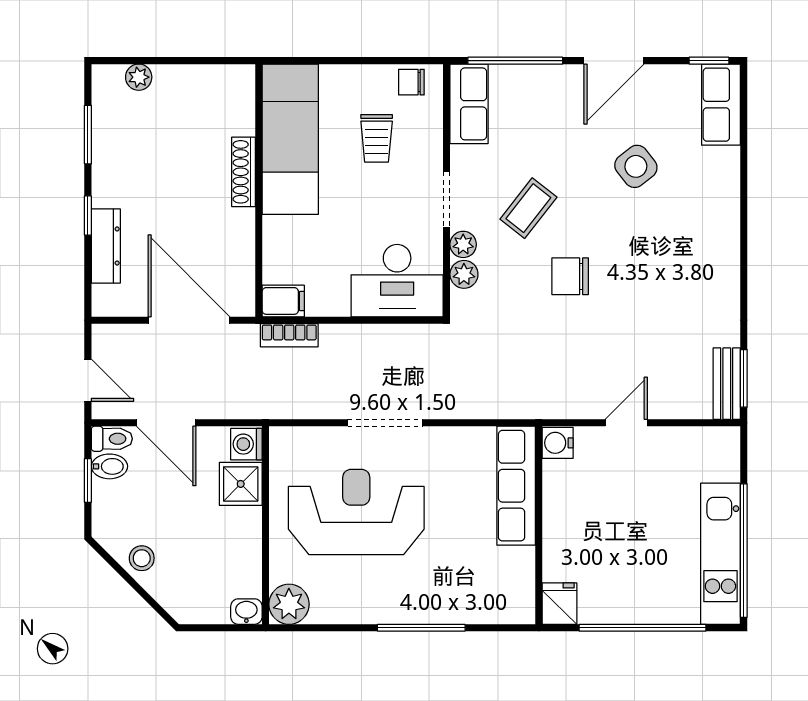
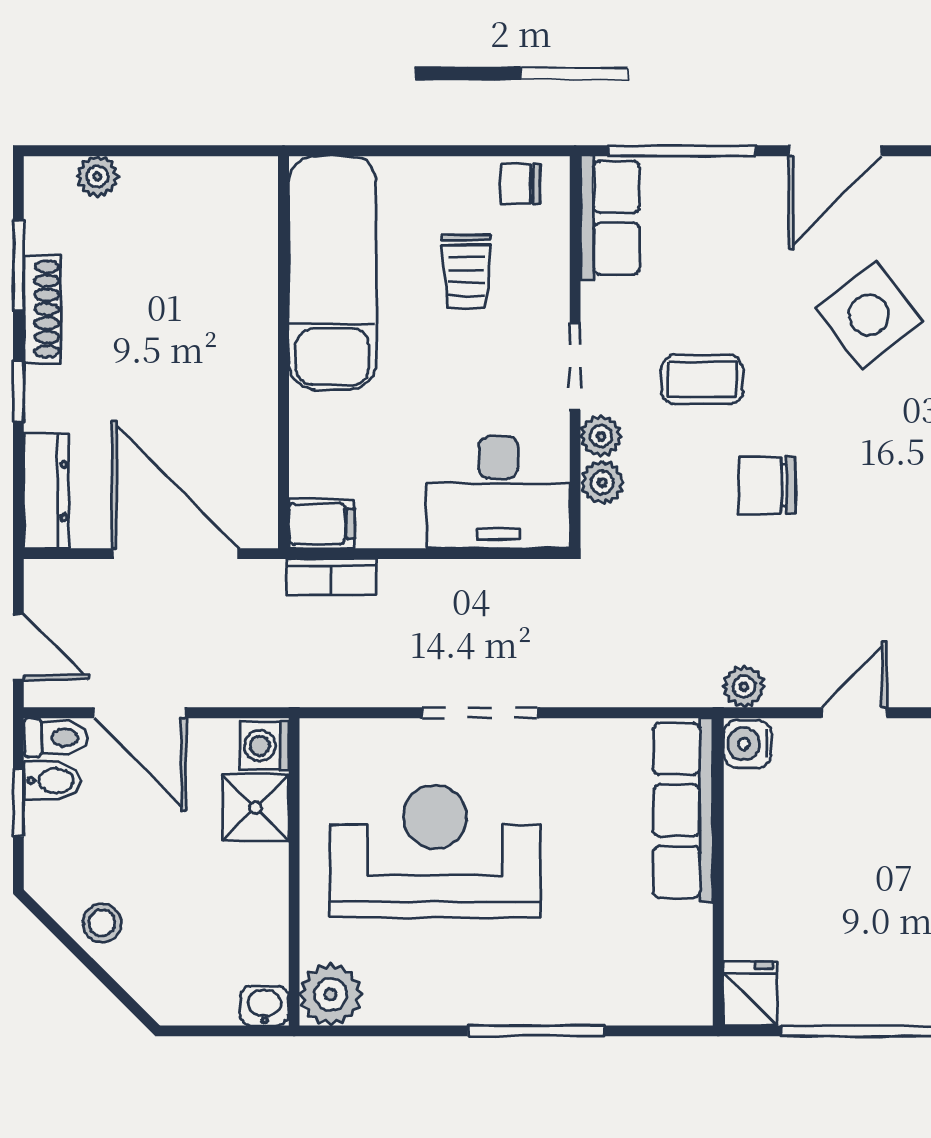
side table: (636, 166) -> (869, 315), width x1.37, depth x1.37
shoe rack: (243, 172) -> (42, 309), moved, turned 180
coffee table: (528, 208) -> (702, 380), turned 52
dresser: (106, 246) -> (46, 491), moved
plant: (555, 406) -> (744, 687), added

